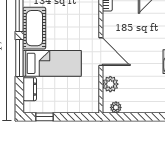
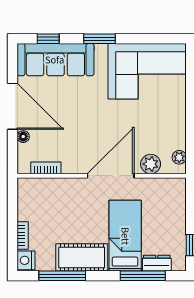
door: (101, 52) -> (111, 176), width x1.36
window: (19, 58) -> (143, 276), moved

